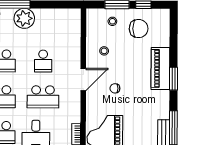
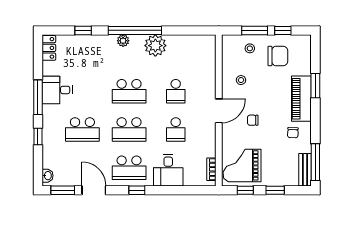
window: (173, 79) -> (315, 86), moved
school desk: (43, 97) -> (176, 130), width x0.54
chair: (152, 100) -> (293, 133), added

